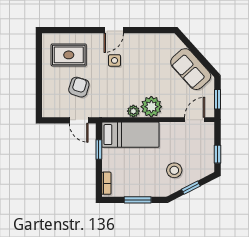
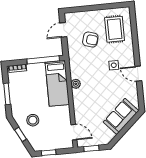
door: (114, 30) -> (138, 74), moved
sofa: (191, 69) -> (121, 116), moved
plant: (151, 107) -> (81, 97), removed
door: (79, 120) -> (63, 30), moved
window: (99, 150) -> (43, 60), width x2.17

